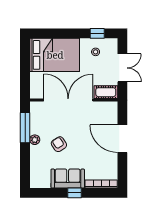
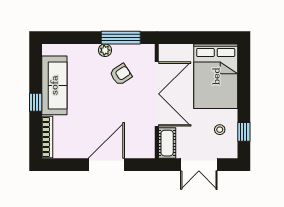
armchair: (59, 144) -> (121, 74), moved
sofa: (68, 179) -> (54, 85), width x1.36

